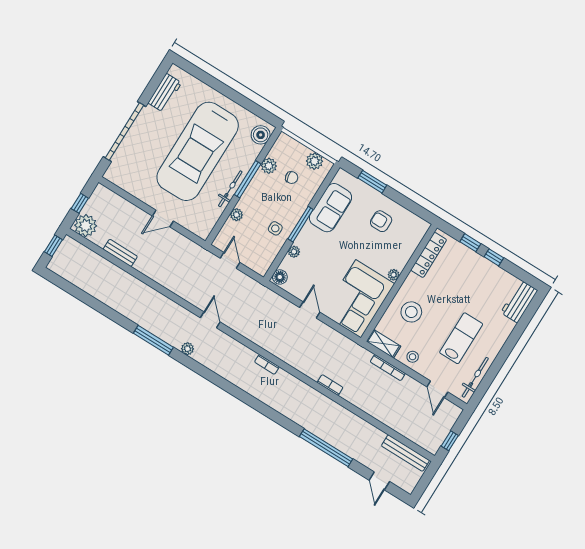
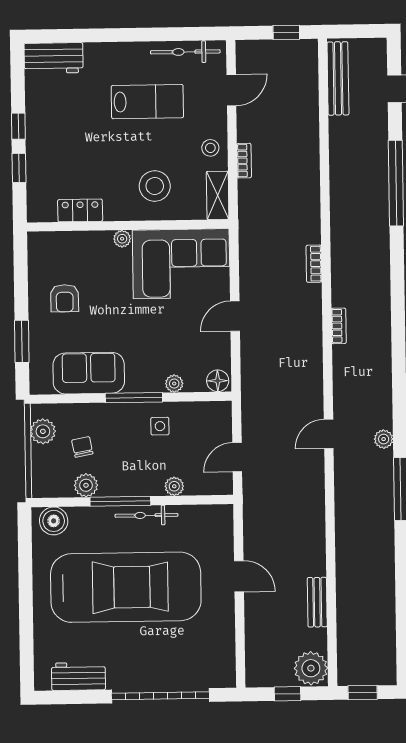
locker: (429, 255) -> (80, 210), width x0.66
lab bench: (461, 338) -> (147, 102), turned 180
bookcase: (388, 368) -> (244, 161), width x0.64
bookcase: (330, 385) -> (314, 264), moved

